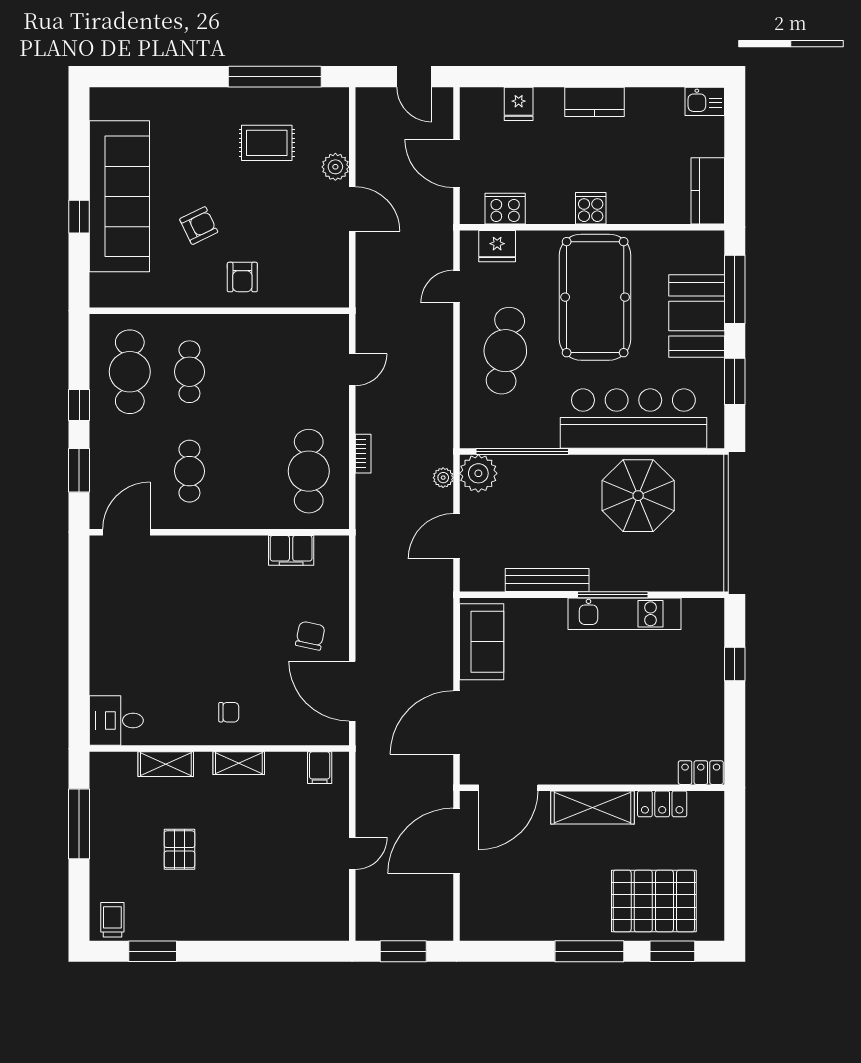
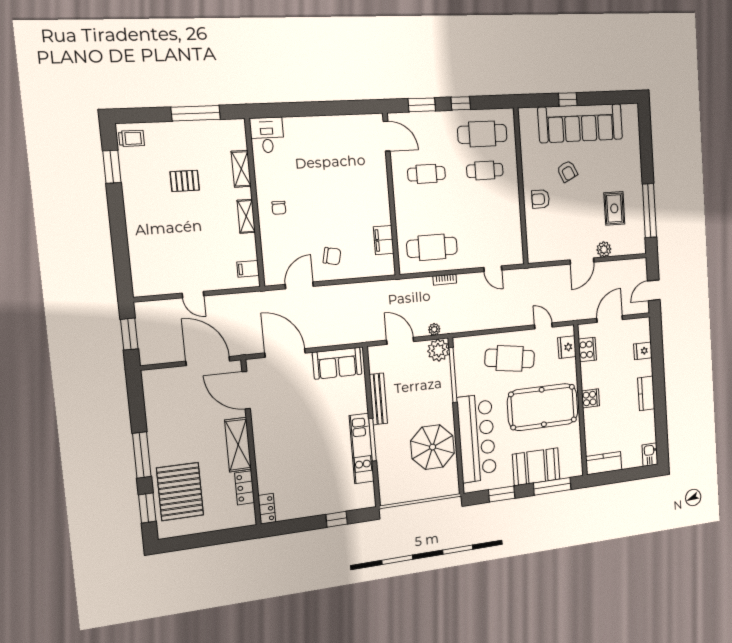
door: (352, 691) -> (299, 285), width x0.73

